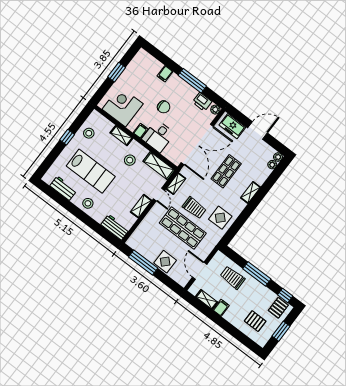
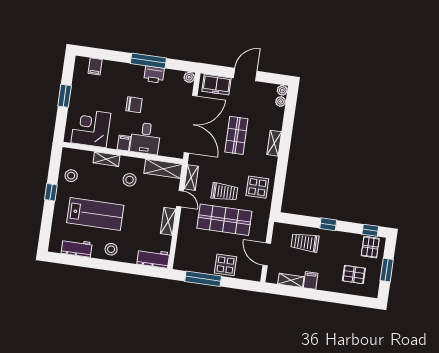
filing cabinet: (165, 74) -> (95, 66), moved
printer: (202, 102) -> (154, 75), moved
window: (257, 274) -> (328, 224), width x0.46

